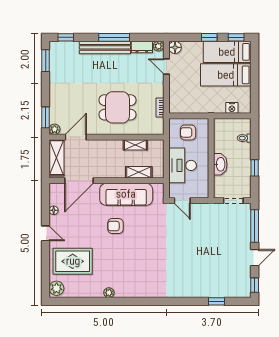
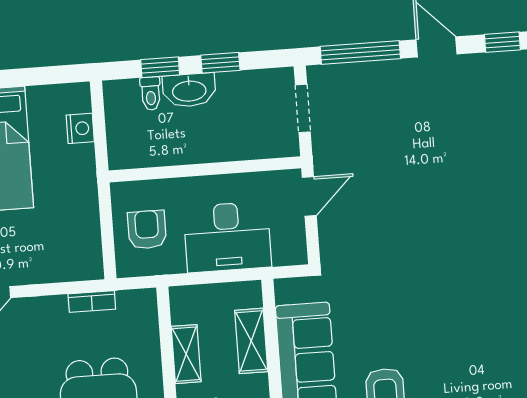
armchair: (188, 132) -> (147, 230), turned 180
window: (255, 143) -> (160, 67), added
washbasin: (220, 164) -> (189, 90), moved, turned 180
door: (182, 201) -> (309, 196), moved

